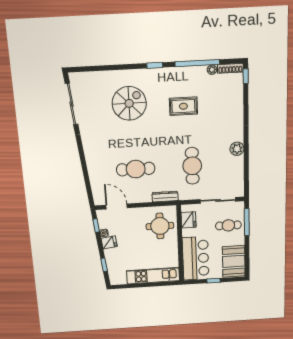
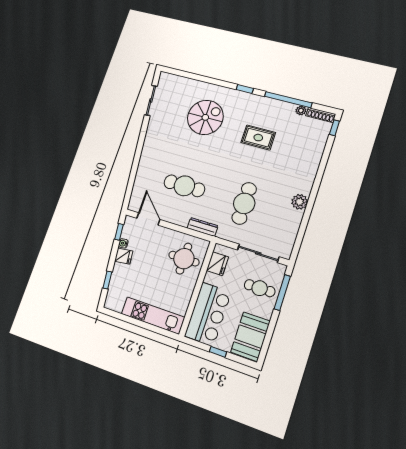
sliding door: (72, 104) -> (151, 101), width x0.73

